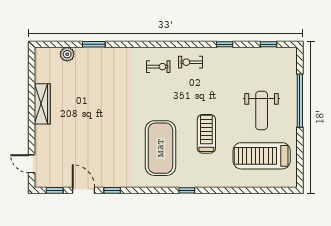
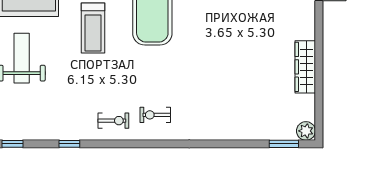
window: (94, 44) -> (284, 144), moved
plant: (67, 54) -> (306, 131), moved

